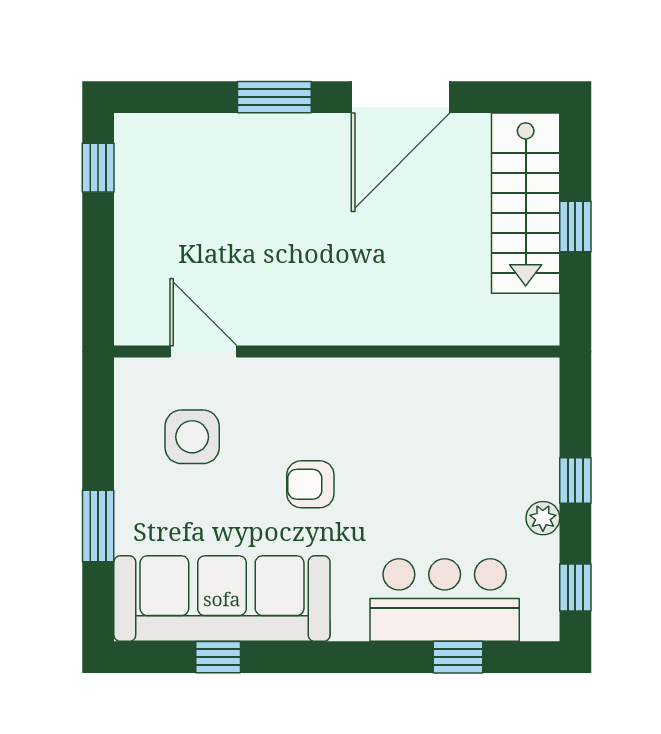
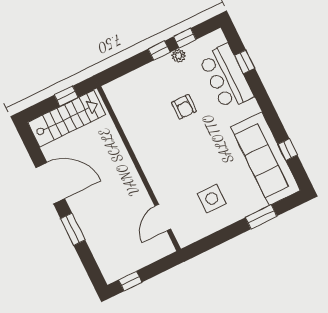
door: (203, 352) -> (163, 217), moved
wall: (337, 352) -> (139, 169), moved
armchair: (310, 484) -> (184, 107), moved
window: (575, 587) -> (185, 38), moved

